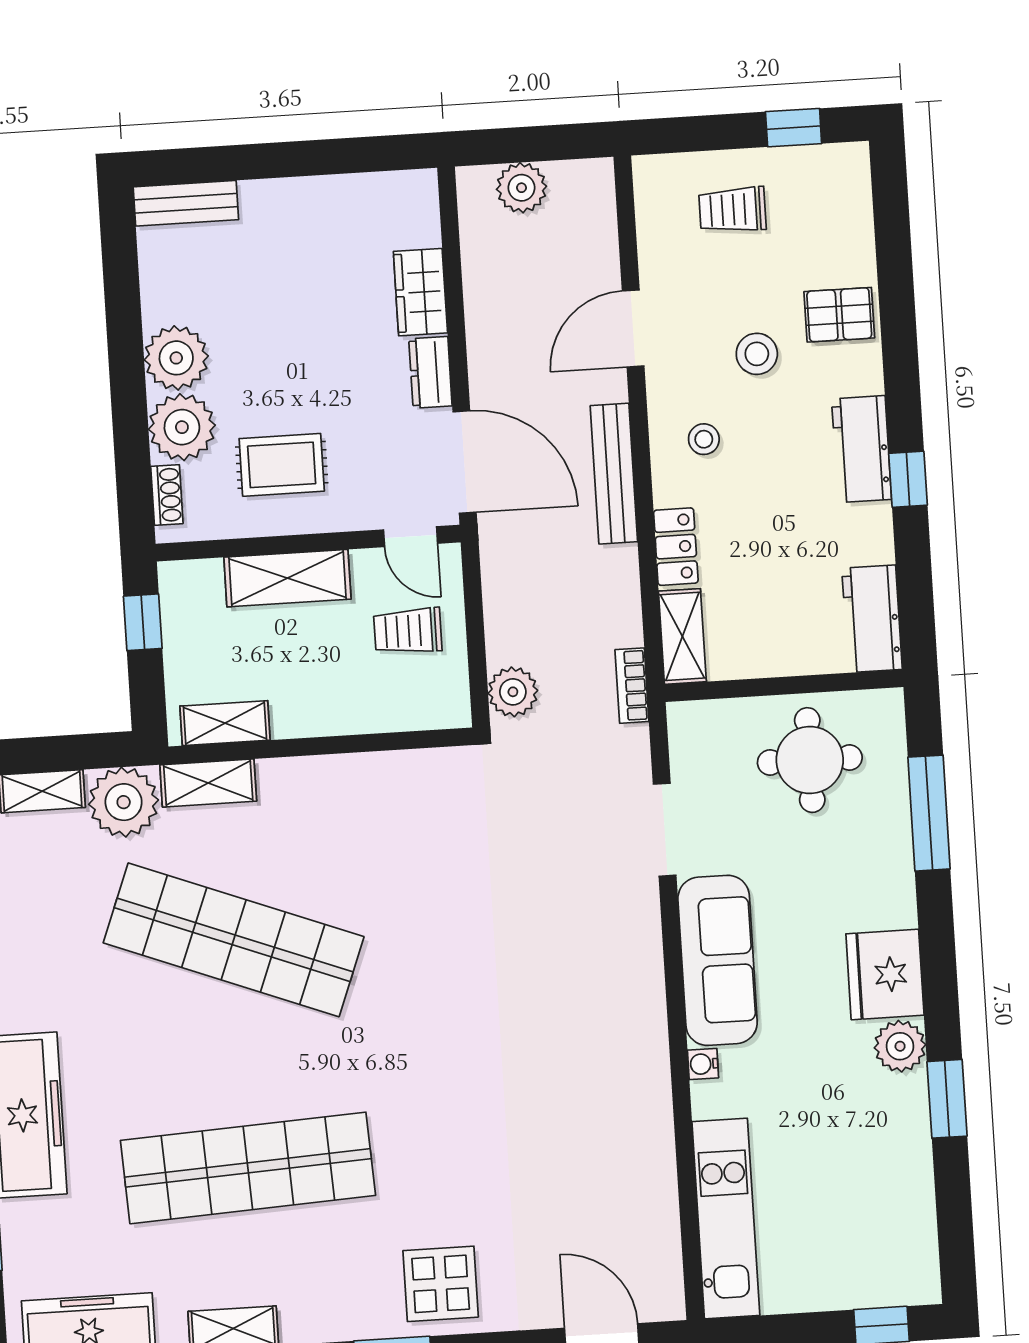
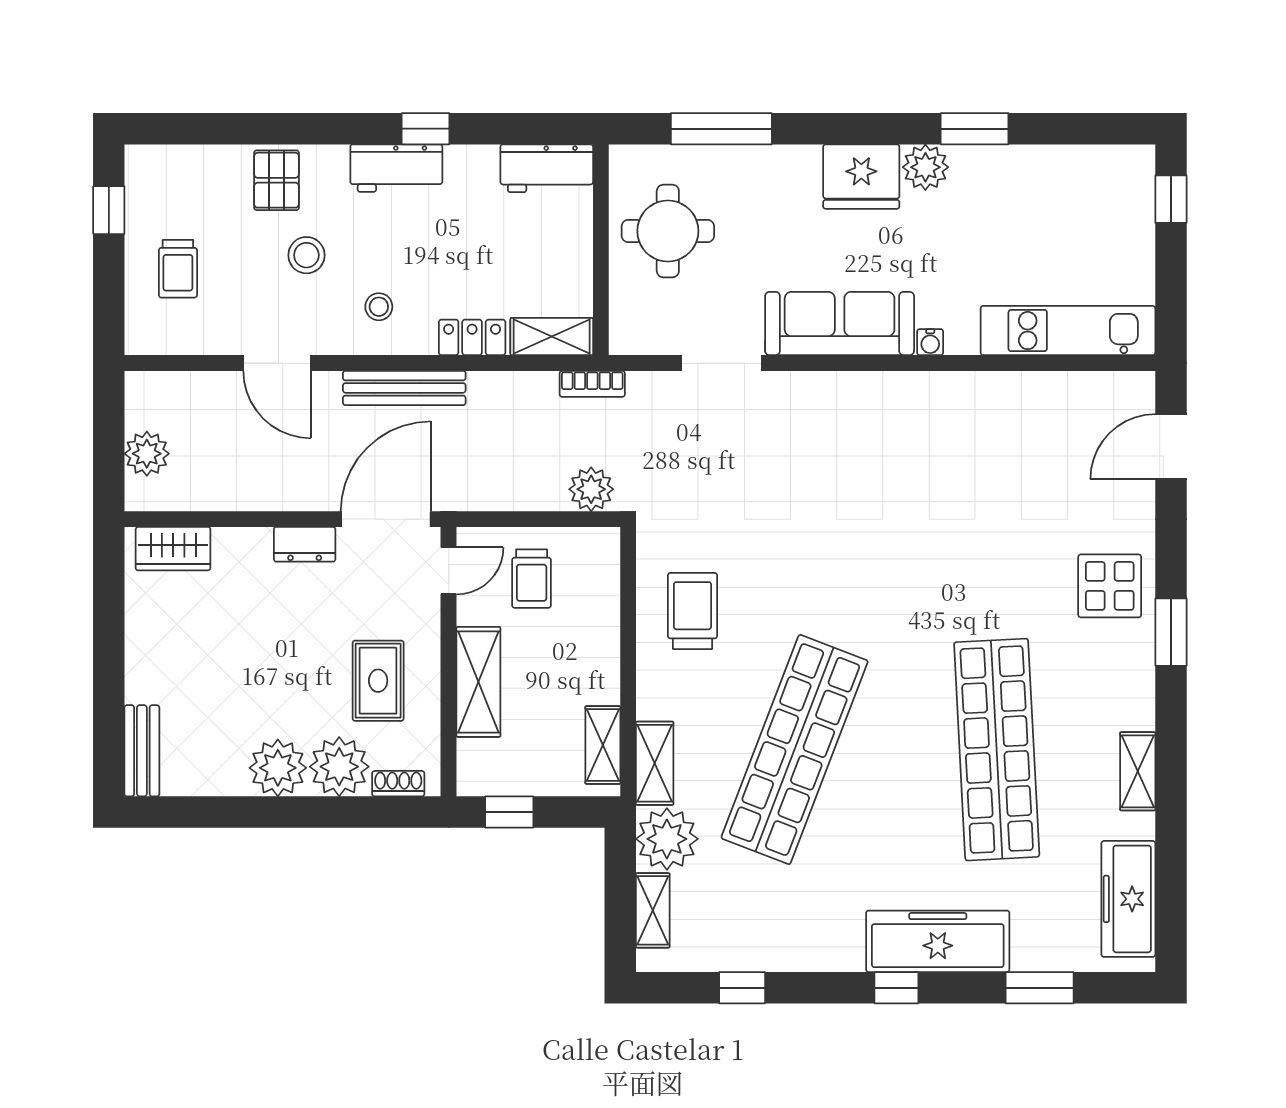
wardrobe: (420, 292) -> (173, 549), moved
trolley: (383, 815) -> (693, 611), added

